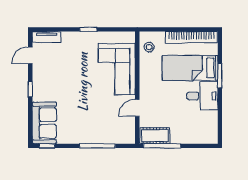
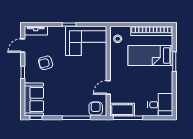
corner sofa: (117, 69) -> (86, 41), moved, turned -90
armchair: (59, 77) -> (46, 63), added
desk: (202, 96) -> (160, 105), moved
armchair: (122, 134) -> (96, 109), added

